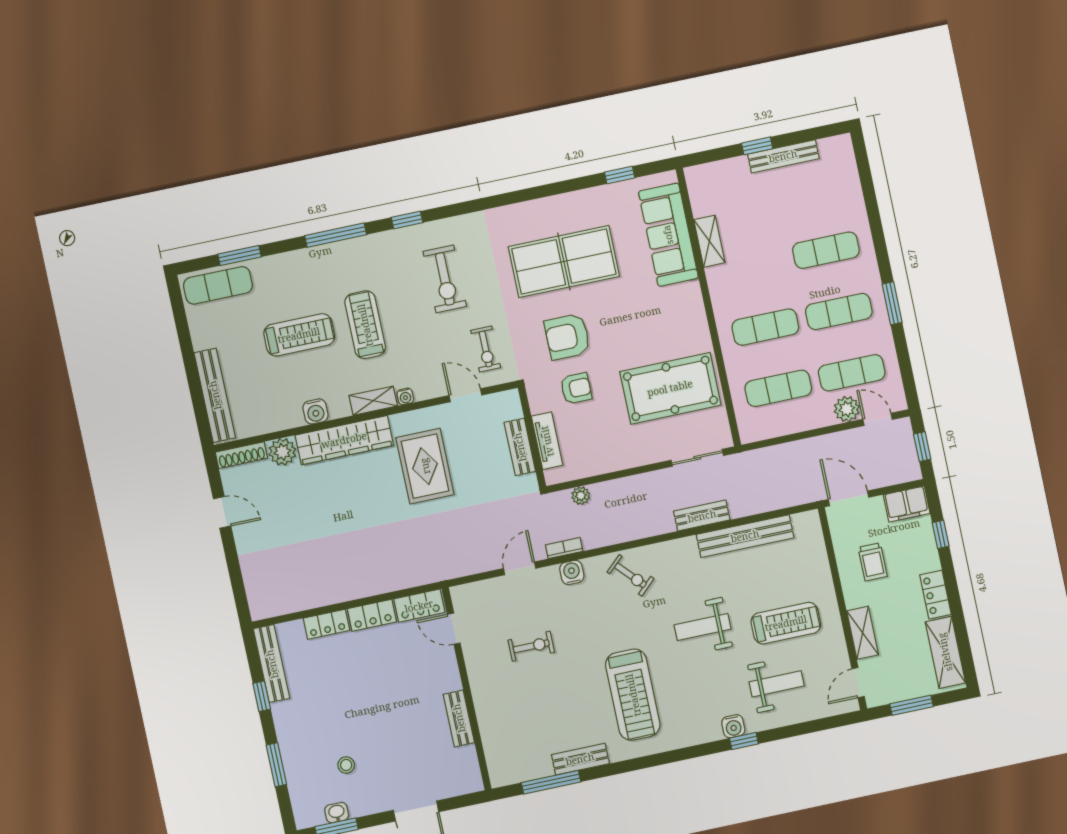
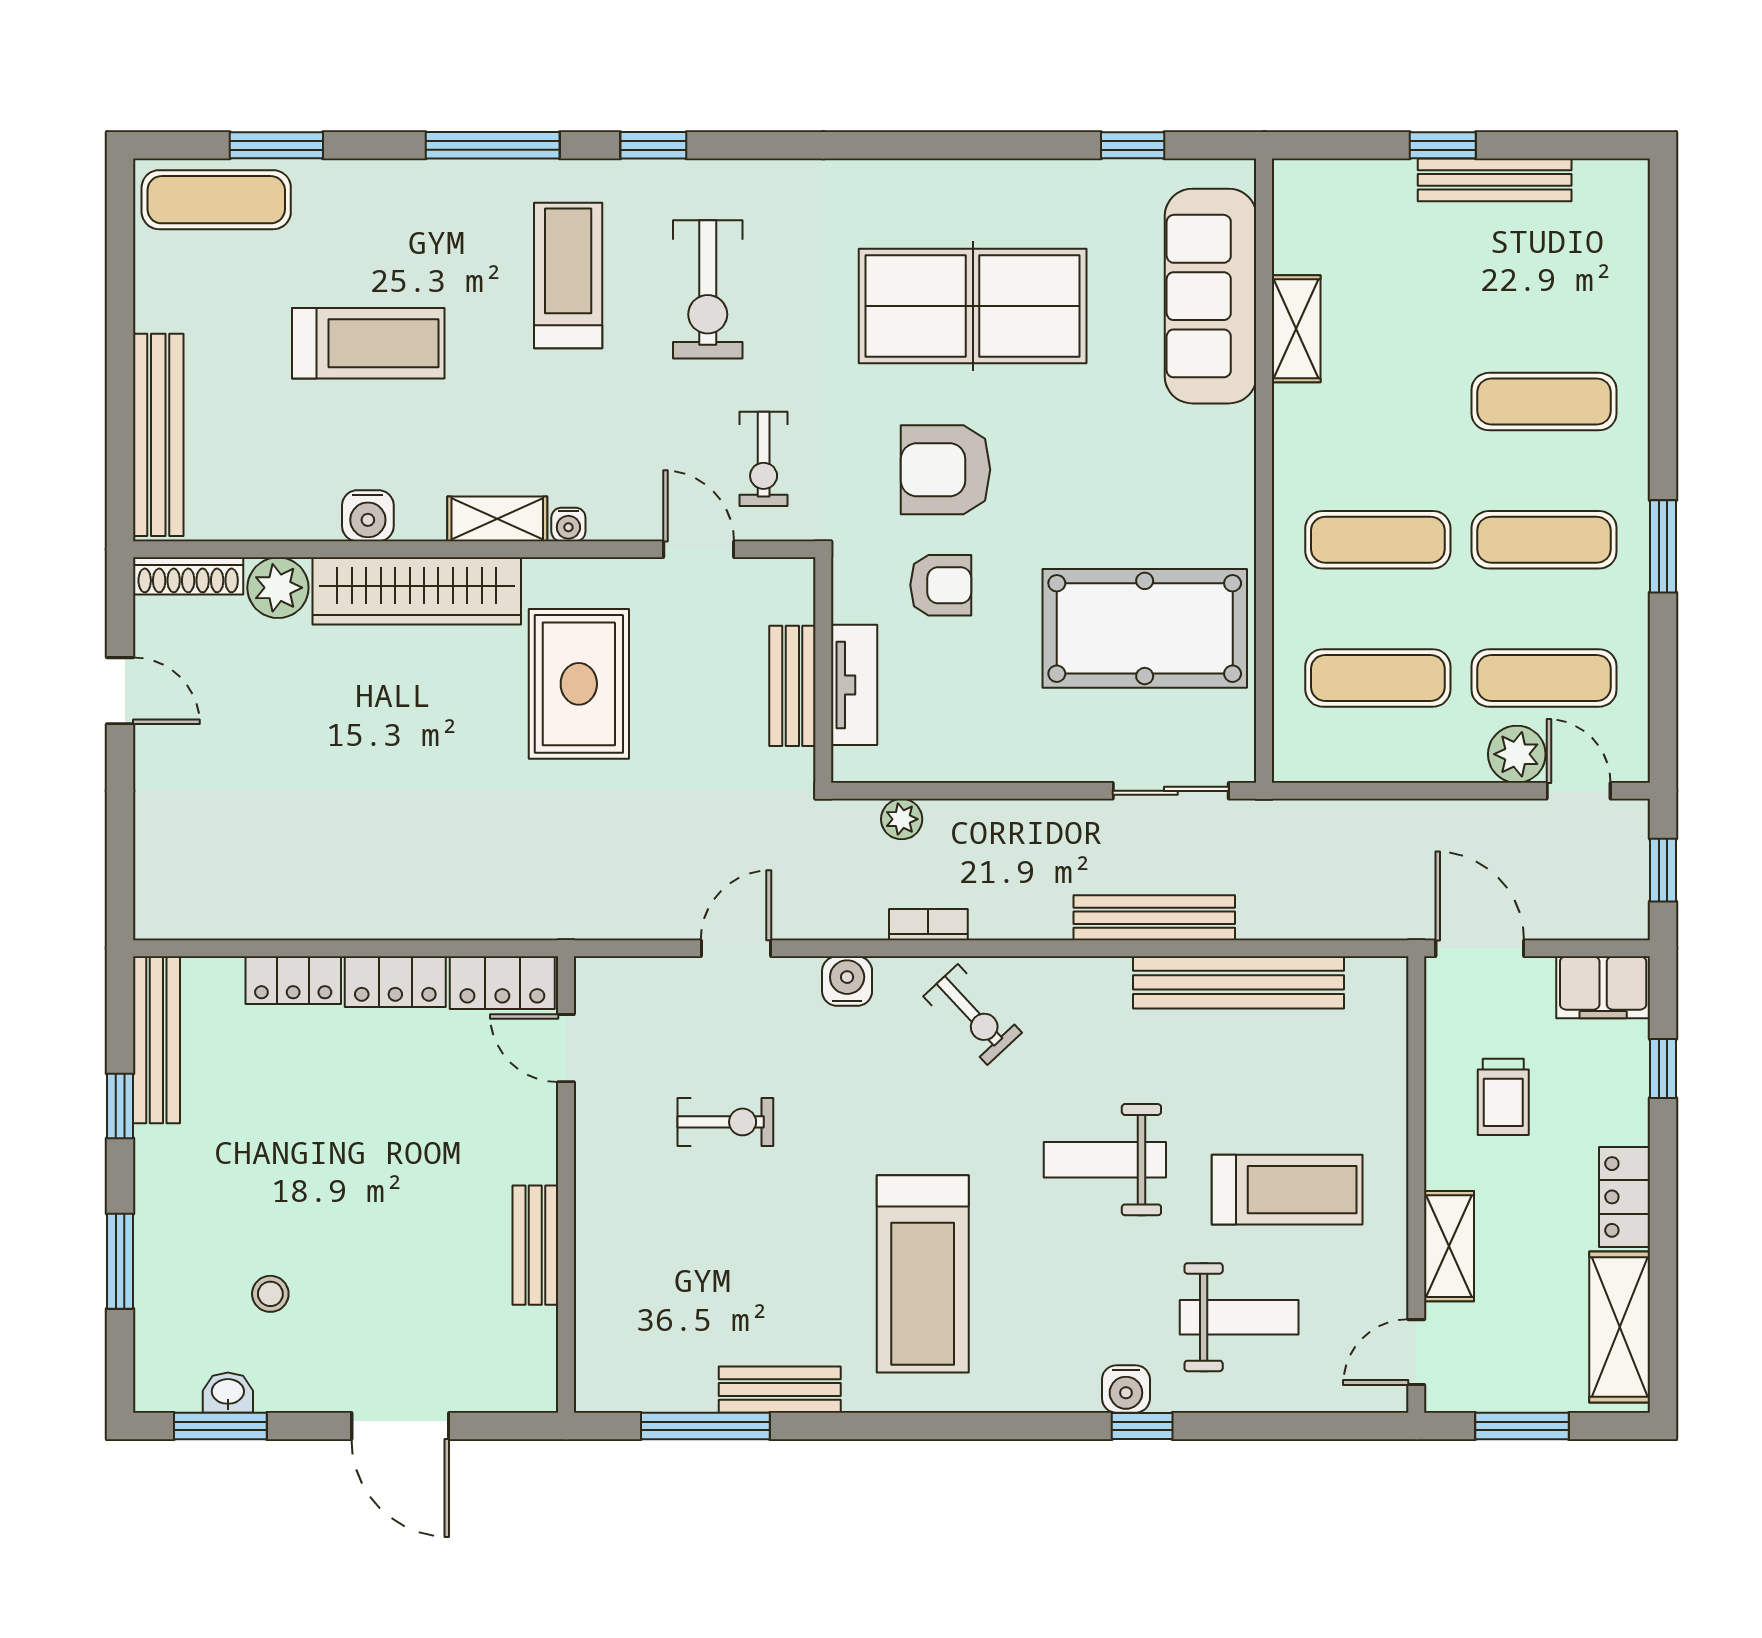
treadmill: (365, 325) -> (568, 275), moved
bench: (702, 516) -> (1154, 918), width x1.36
bookcase: (564, 548) -> (928, 925), moved

